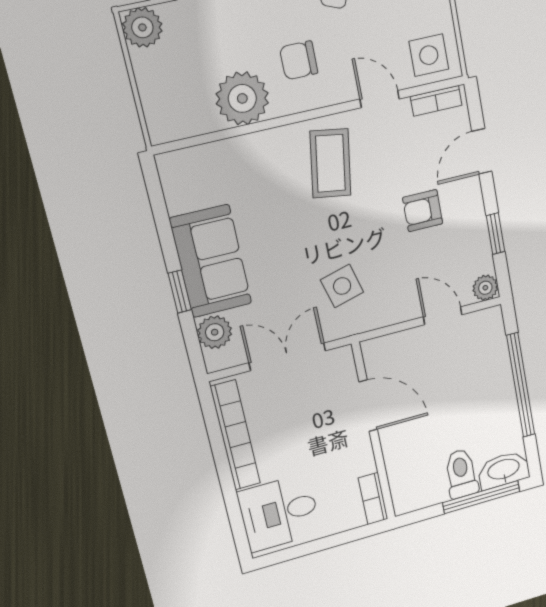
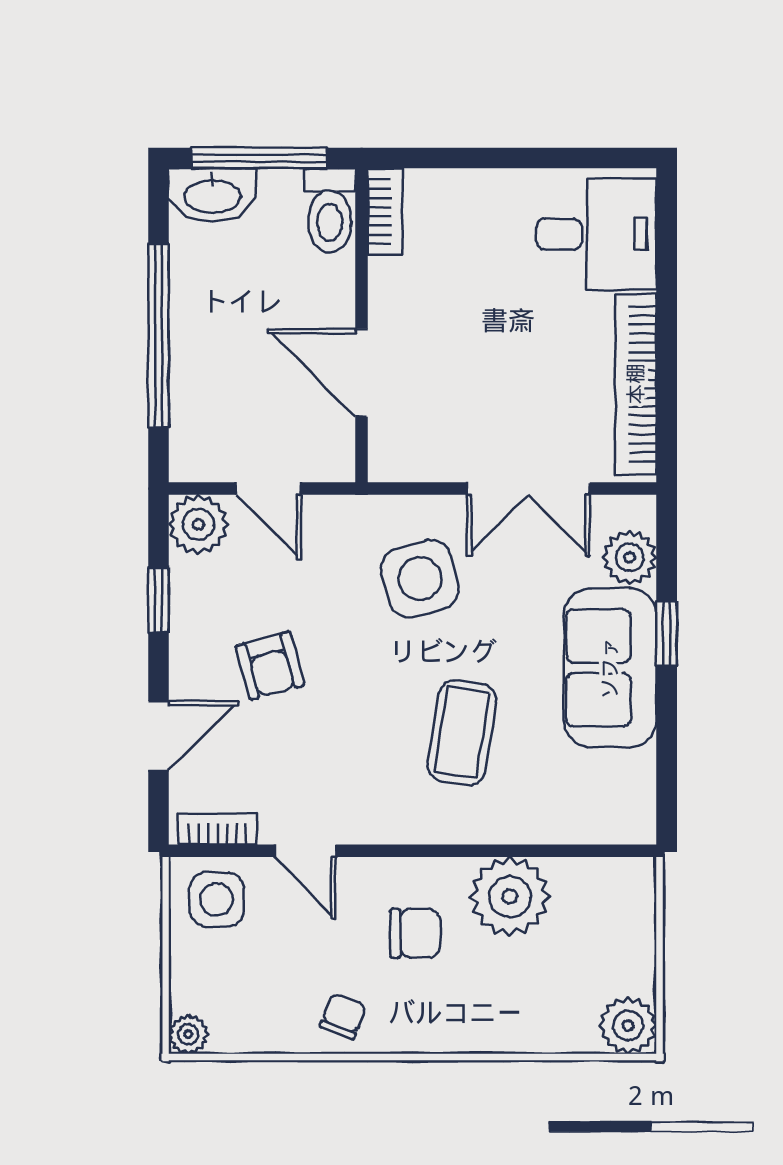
coffee table: (330, 163) -> (462, 732), moved
armchair: (423, 211) -> (270, 665), turned 75
side table: (342, 286) -> (420, 579), width x1.37, depth x1.37
plant: (485, 288) -> (198, 524), width x1.38, depth x1.38
door: (368, 406) -> (362, 373), moved
wall: (374, 432) -> (362, 325), moved
toilet: (461, 474) -> (330, 210), moved
bookcase: (373, 499) -> (385, 212), moved

